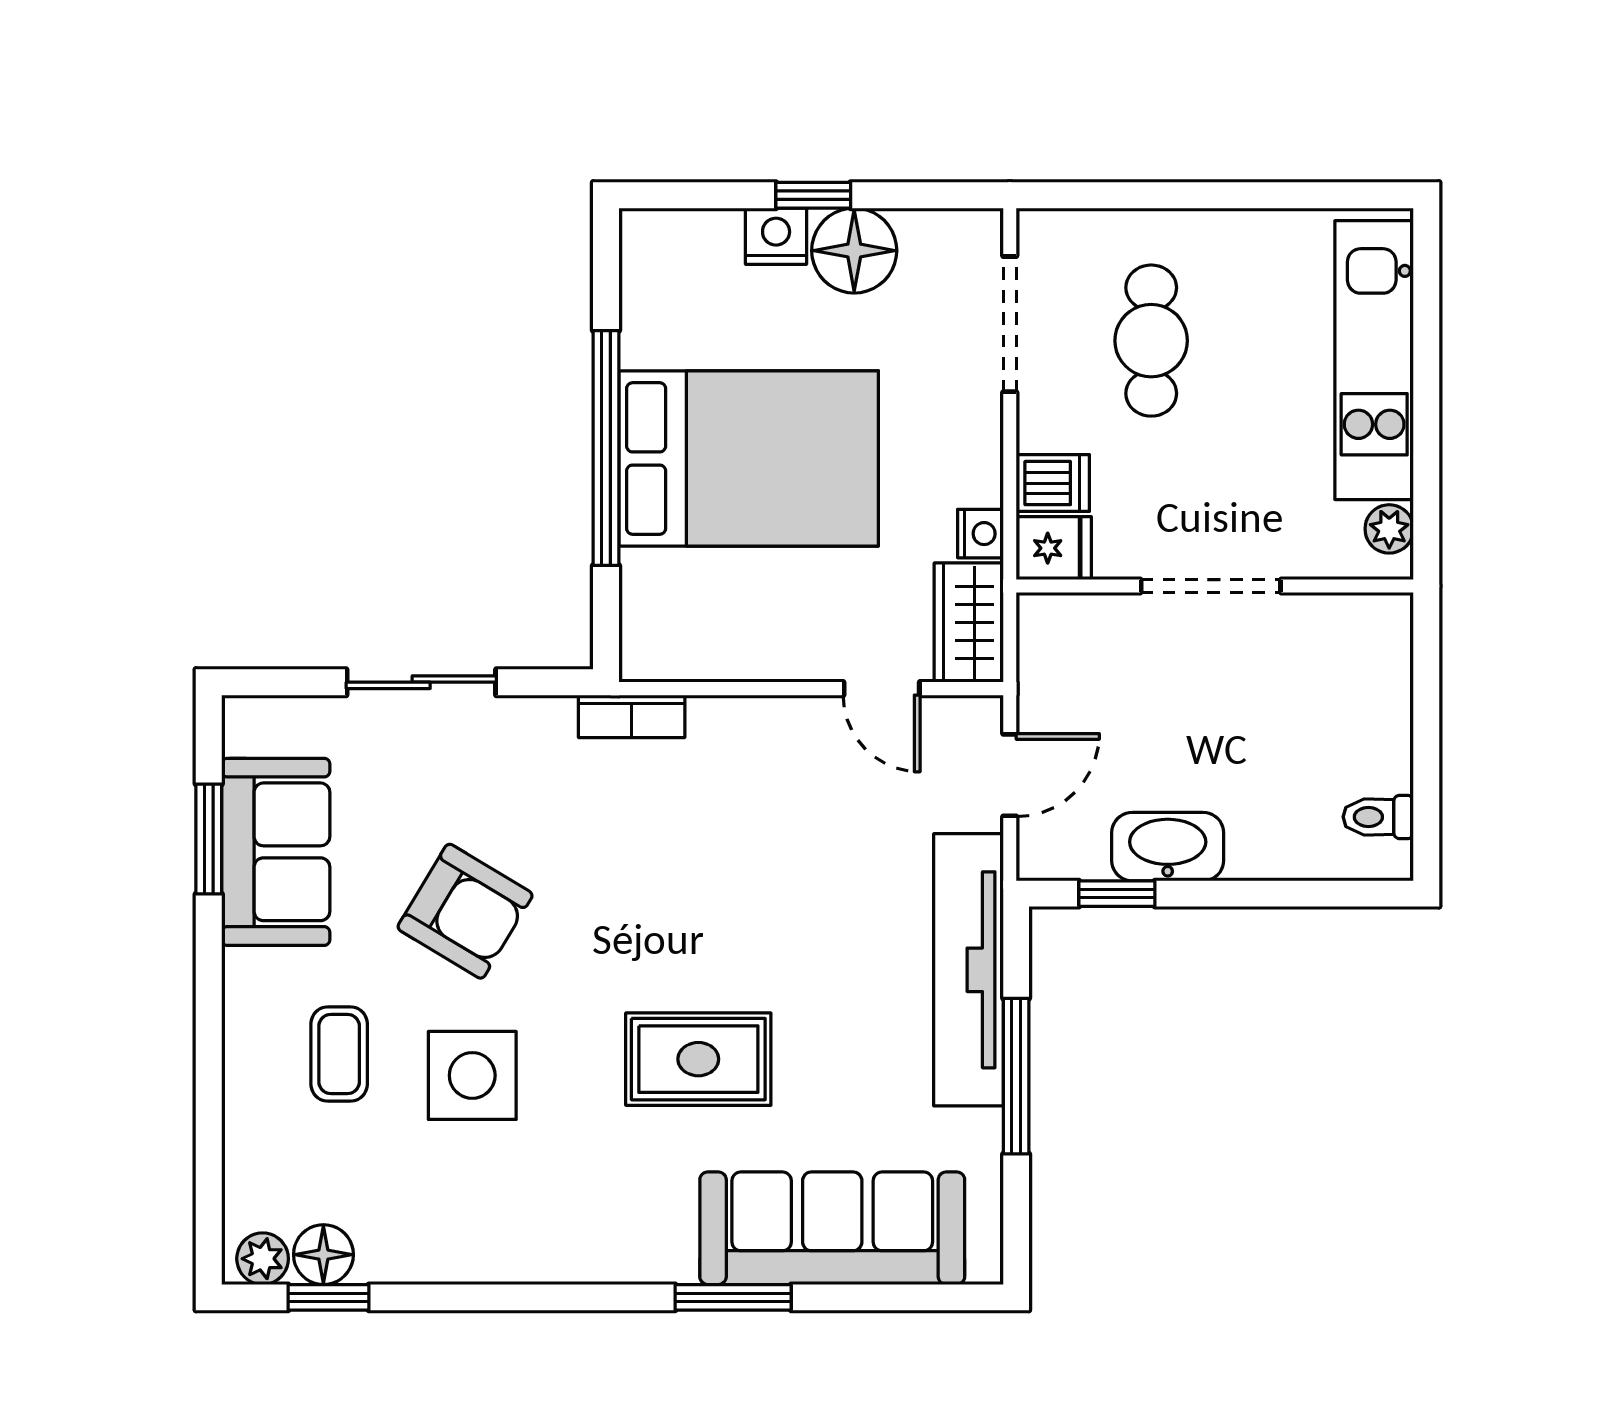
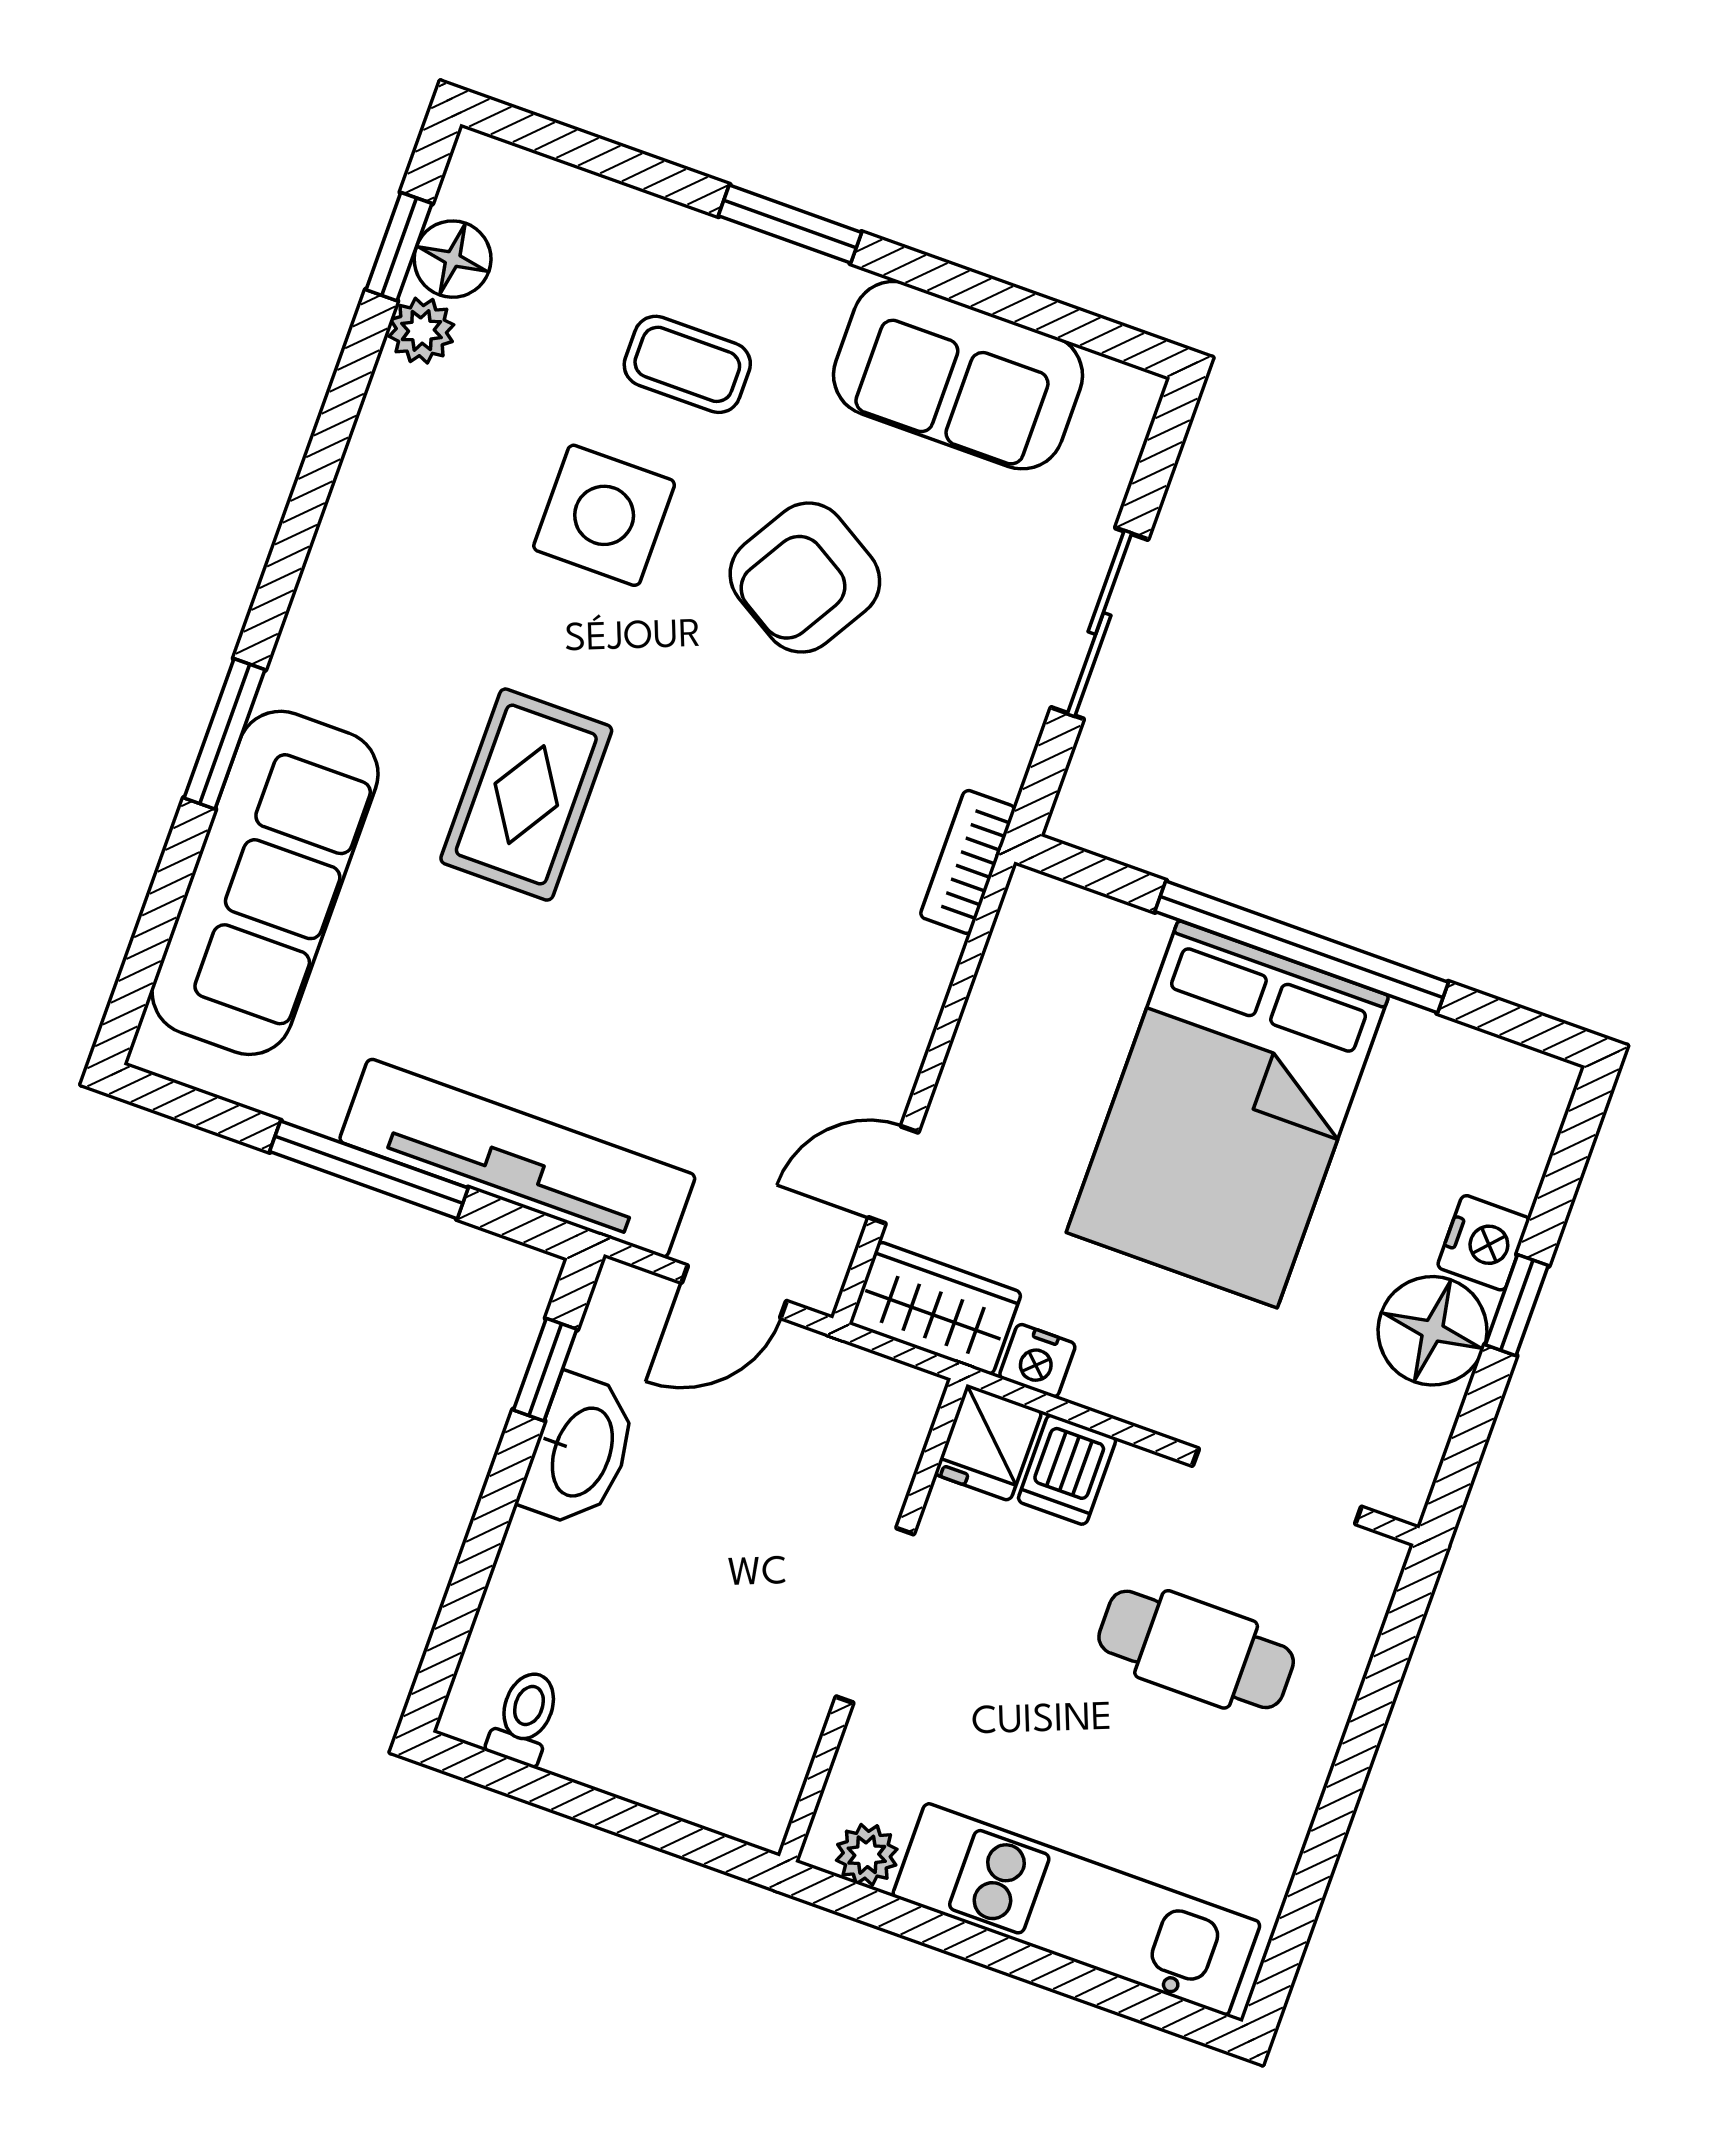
door: (1010, 775) -> (734, 1292), hinge flipped
window: (209, 839) -> (790, 224), moved
plant: (263, 1259) -> (421, 331), moved

